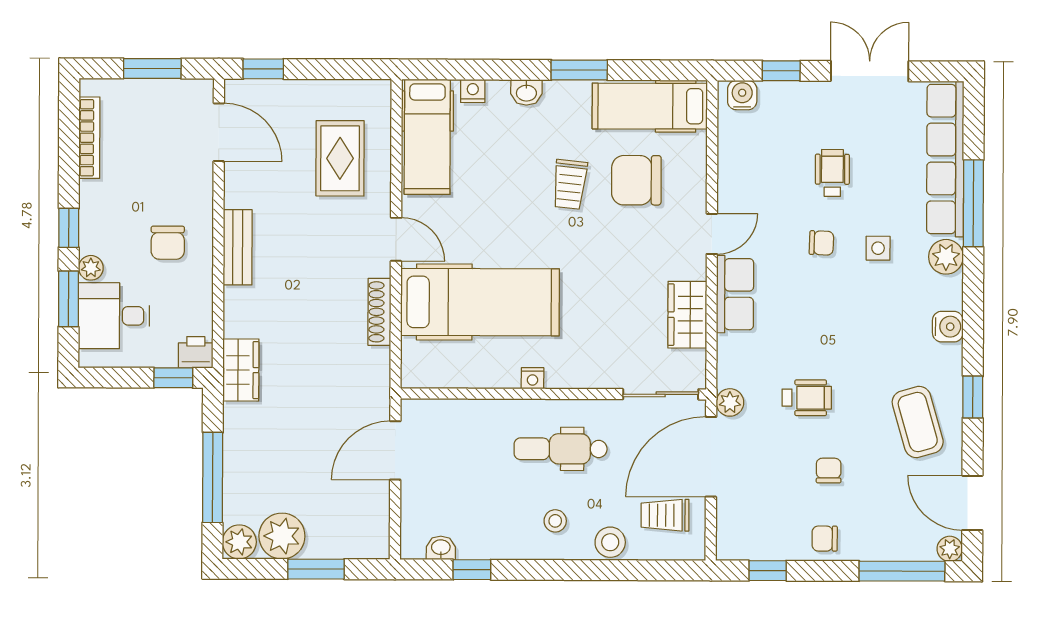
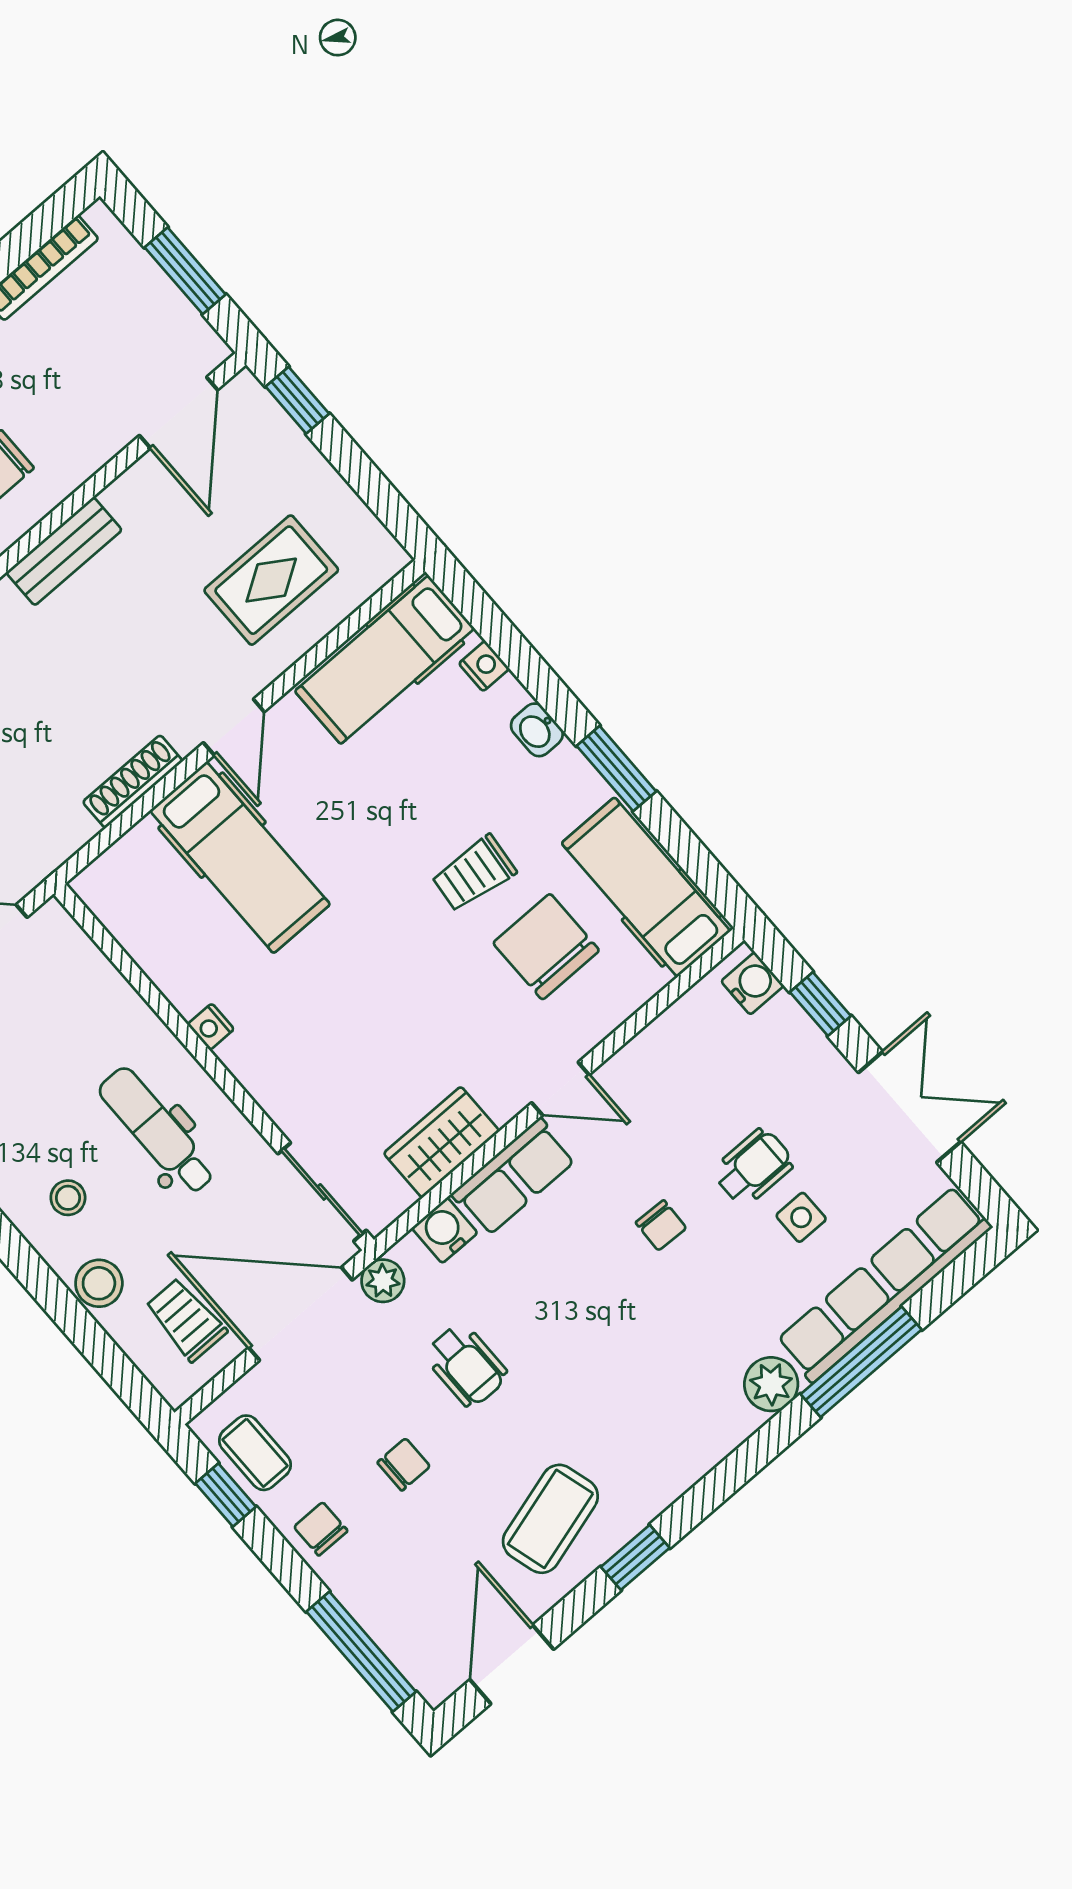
side table: (878, 248) -> (801, 1217), moved
hospital bed: (480, 302) -> (240, 857), width x0.73, depth x0.78
water cooler: (948, 327) -> (445, 1230), moved, turned 180
coffee table: (759, 538) -> (255, 1453), added
plant: (950, 549) -> (436, 1685), removed

